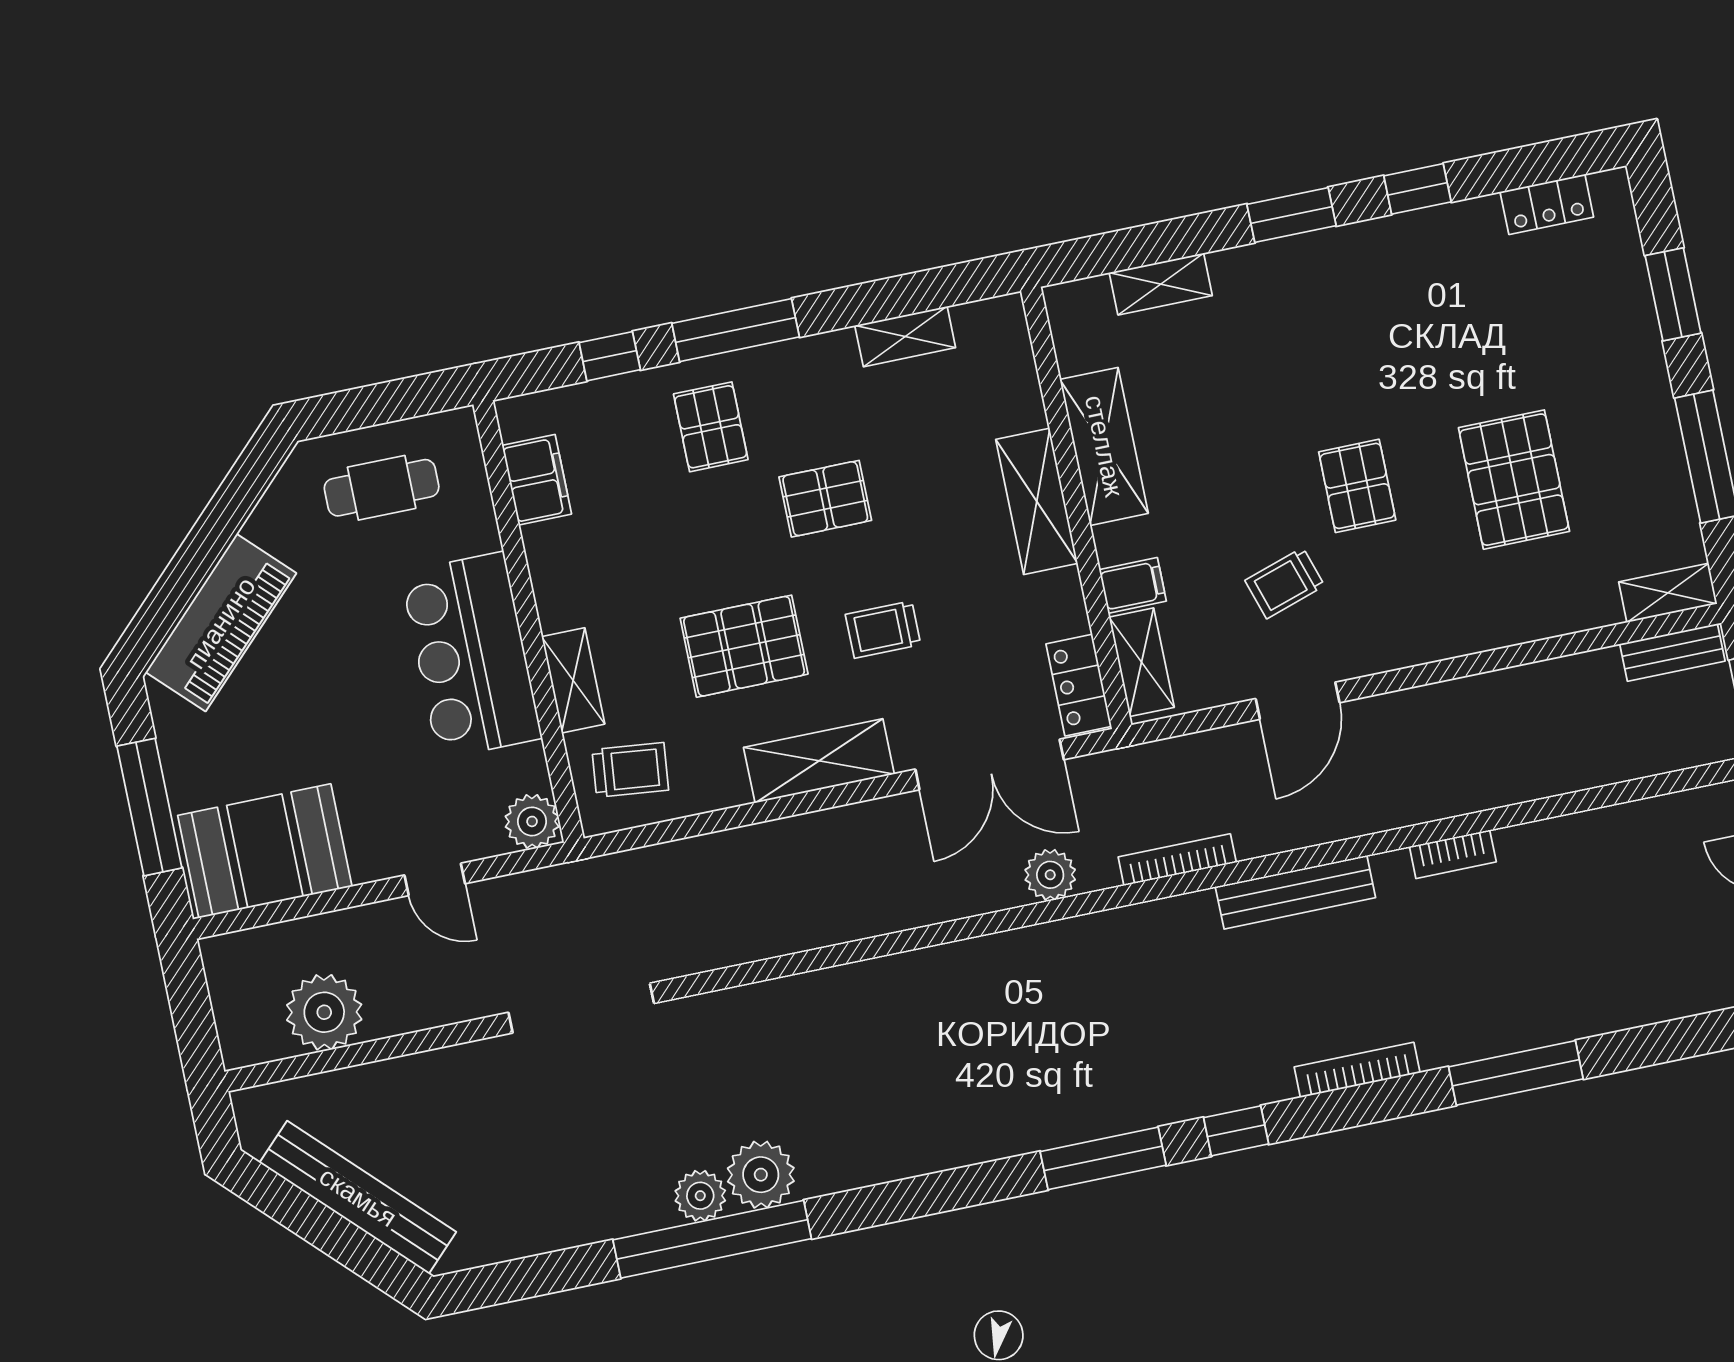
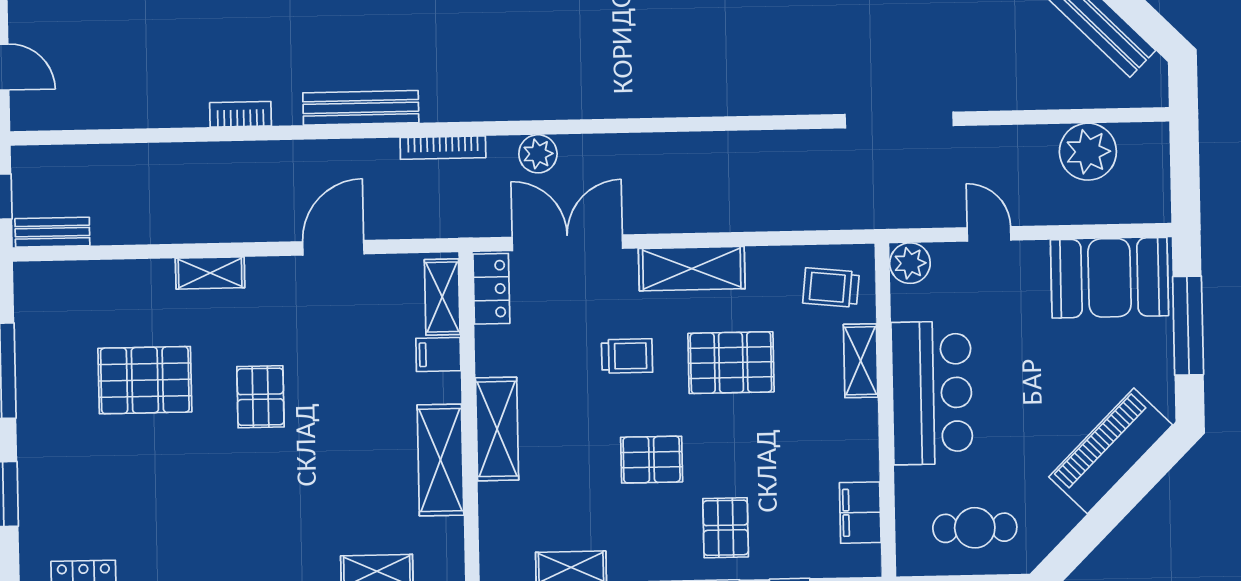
pallet: (1514, 480) -> (145, 380), turned 90
trolley: (1285, 583) -> (327, 335), removed
shelving: (1668, 593) -> (210, 273), moved

